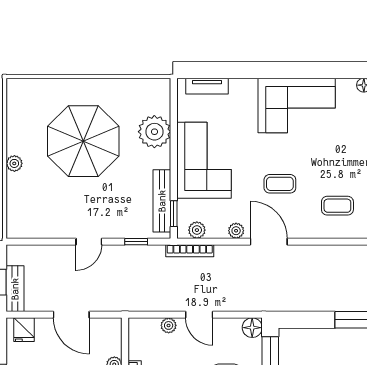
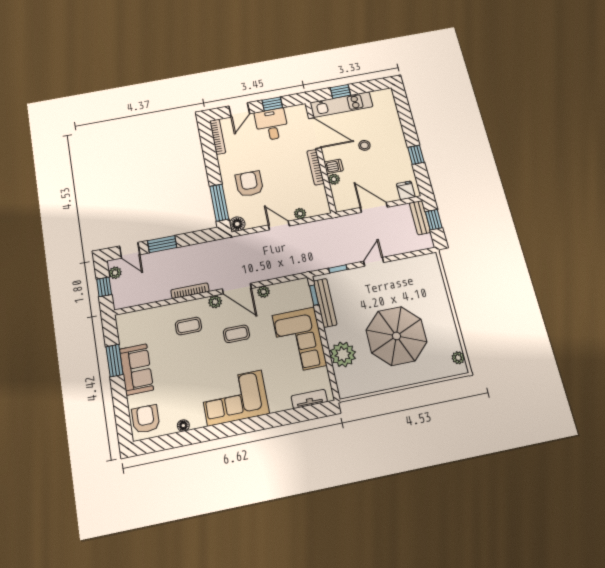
plant: (14, 163) -> (458, 358), moved
plant: (197, 230) -> (215, 302), moved
bookcase: (190, 251) -> (190, 291), moved

